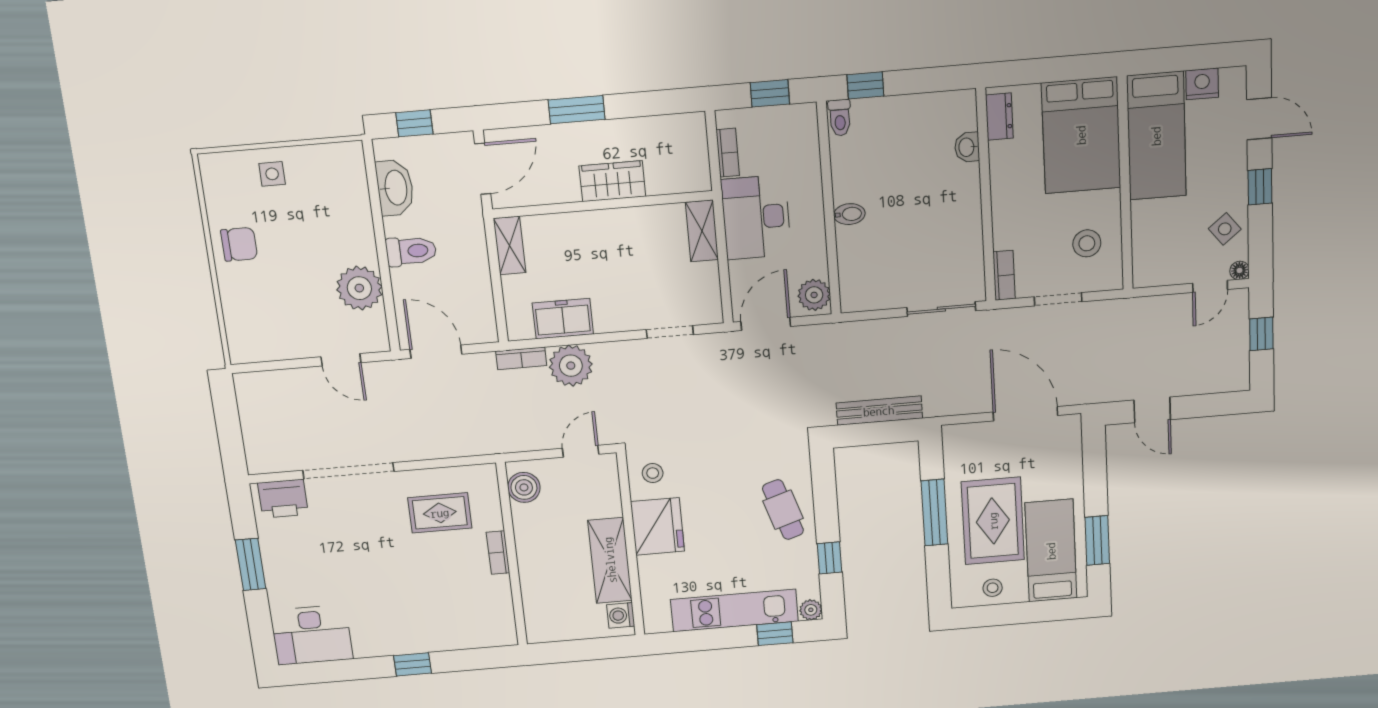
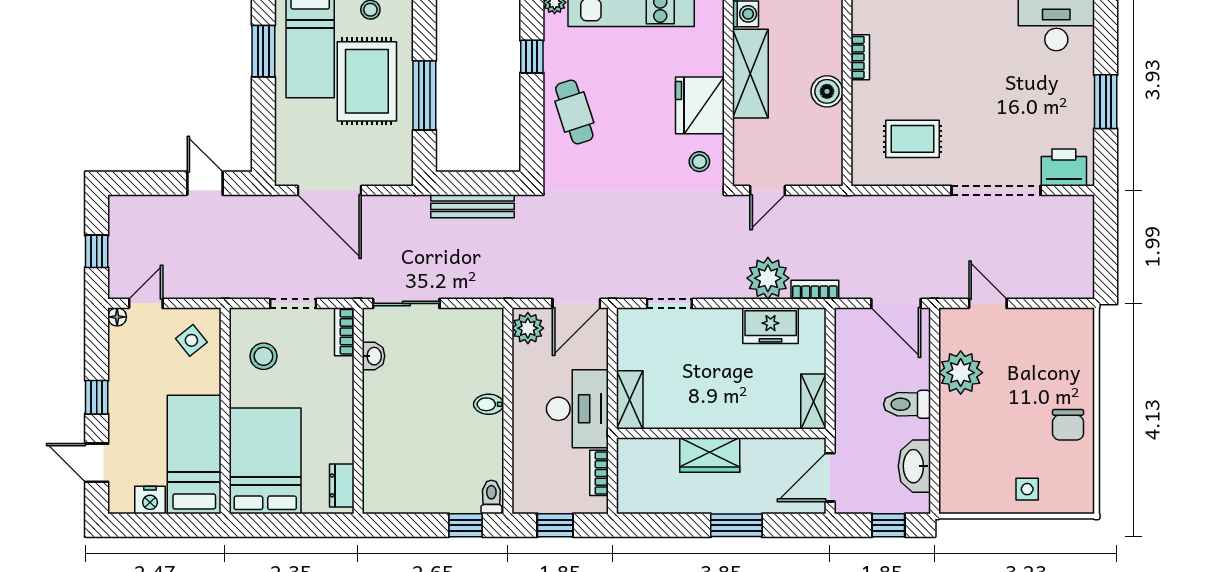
washbasin: (967, 147) -> (373, 356), moved
side table: (1225, 229) -> (191, 340), moved
chair: (239, 244) -> (1068, 425), turned -90
boiler: (524, 487) -> (827, 91), moved
bookcase: (498, 553) -> (860, 57), moved

